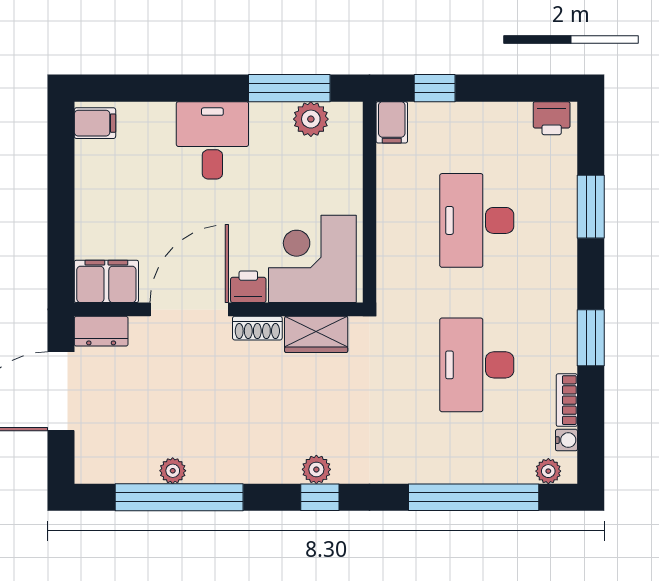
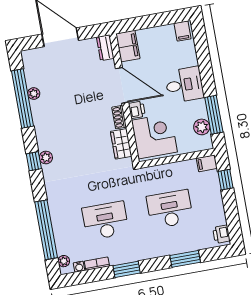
corner desk: (312, 259) -> (154, 136), moved
filing cabinet: (106, 281) -> (128, 46), moved
printer: (248, 287) -> (137, 110), moved
door: (189, 309) -> (122, 85), moved
wall: (219, 309) -> (124, 98), moved
shoe rack: (257, 328) -> (119, 117), moved
dresser: (101, 331) -> (105, 48), moved
wardrobe: (316, 334) -> (121, 144), moved

